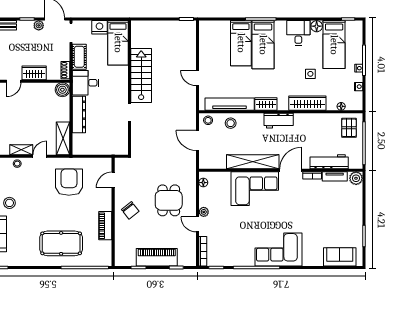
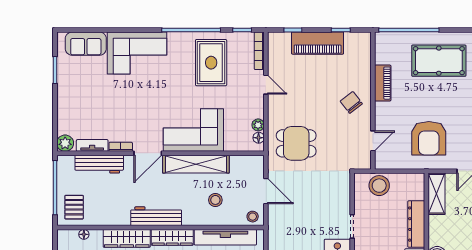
wardrobe: (266, 104) -> (172, 237), width x1.50
workbench: (279, 121) -> (156, 216), width x1.38
stool: (231, 123) -> (215, 200), moved
stool: (108, 145) -> (379, 186), added
dining table: (169, 200) -> (296, 143), moved, turned 90
plant: (204, 212) -> (258, 125), moved
rug: (241, 242) -> (211, 63), added
corner sofa: (278, 249) -> (137, 53), moved

